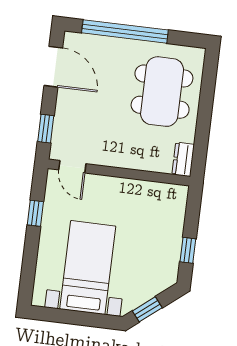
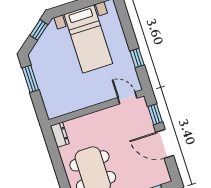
door: (53, 67) -> (165, 144), moved
window: (188, 250) -> (30, 79), width x1.50

